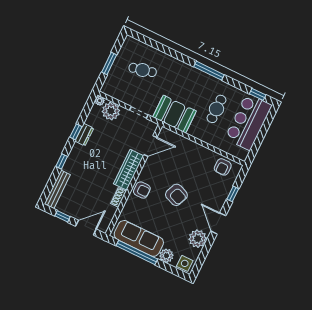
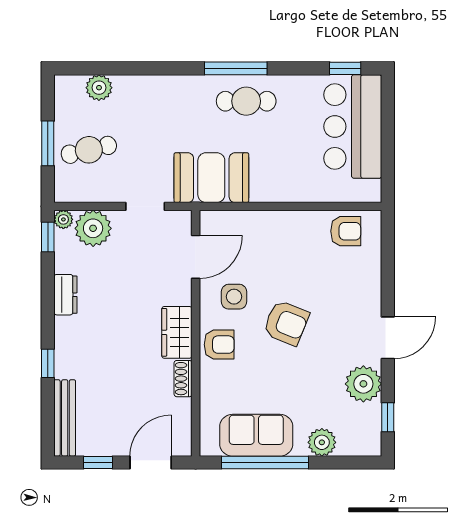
plant: (144, 50) -> (99, 88), added
cafe table: (143, 70) -> (89, 150), moved
cafe table: (216, 109) -> (246, 101), moved, turned 90
window: (76, 132) -> (48, 237), moved
armchair: (223, 167) -> (346, 231), turned -90
wardrobe: (129, 170) -> (177, 332), width x0.67
window: (233, 194) -> (388, 417), moved
door: (218, 223) -> (388, 338), swing flipped
sofa: (139, 238) -> (256, 435), width x0.73
side table: (185, 263) -> (234, 297), moved

